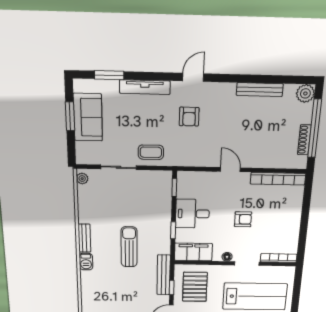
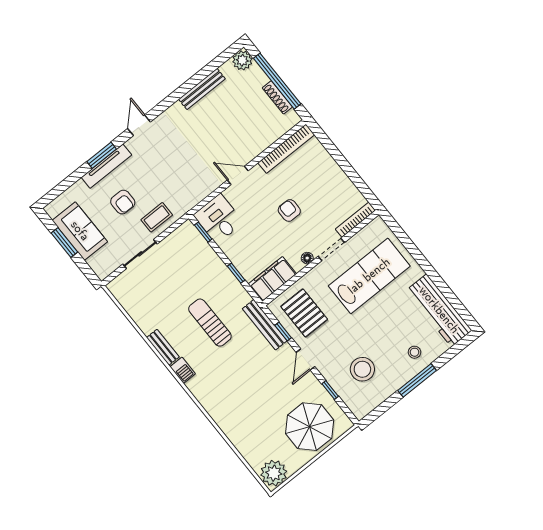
window: (109, 75) -> (102, 155), moved
armchair: (189, 117) -> (123, 202), moved
plant: (82, 179) -> (117, 291), removed
desk: (192, 214) -> (219, 219), moved, turned 90
armchair: (243, 219) -> (289, 210), turned -90

